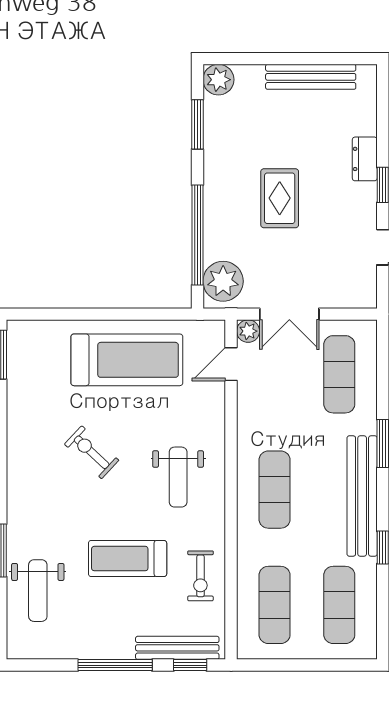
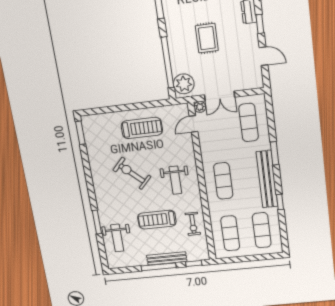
treadmill: (127, 360) -> (142, 128), width x0.73, depth x0.73
exercise bike: (92, 452) -> (132, 173), width x1.38, depth x1.39
bench: (177, 648) -> (167, 258), moved

